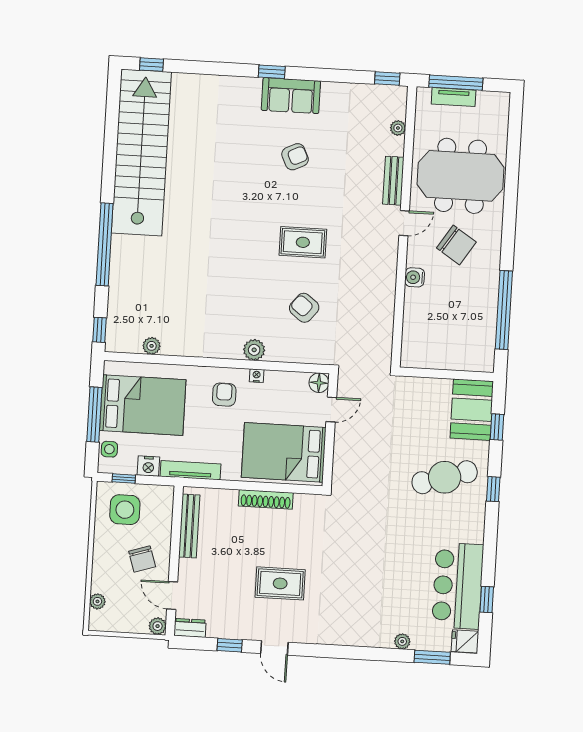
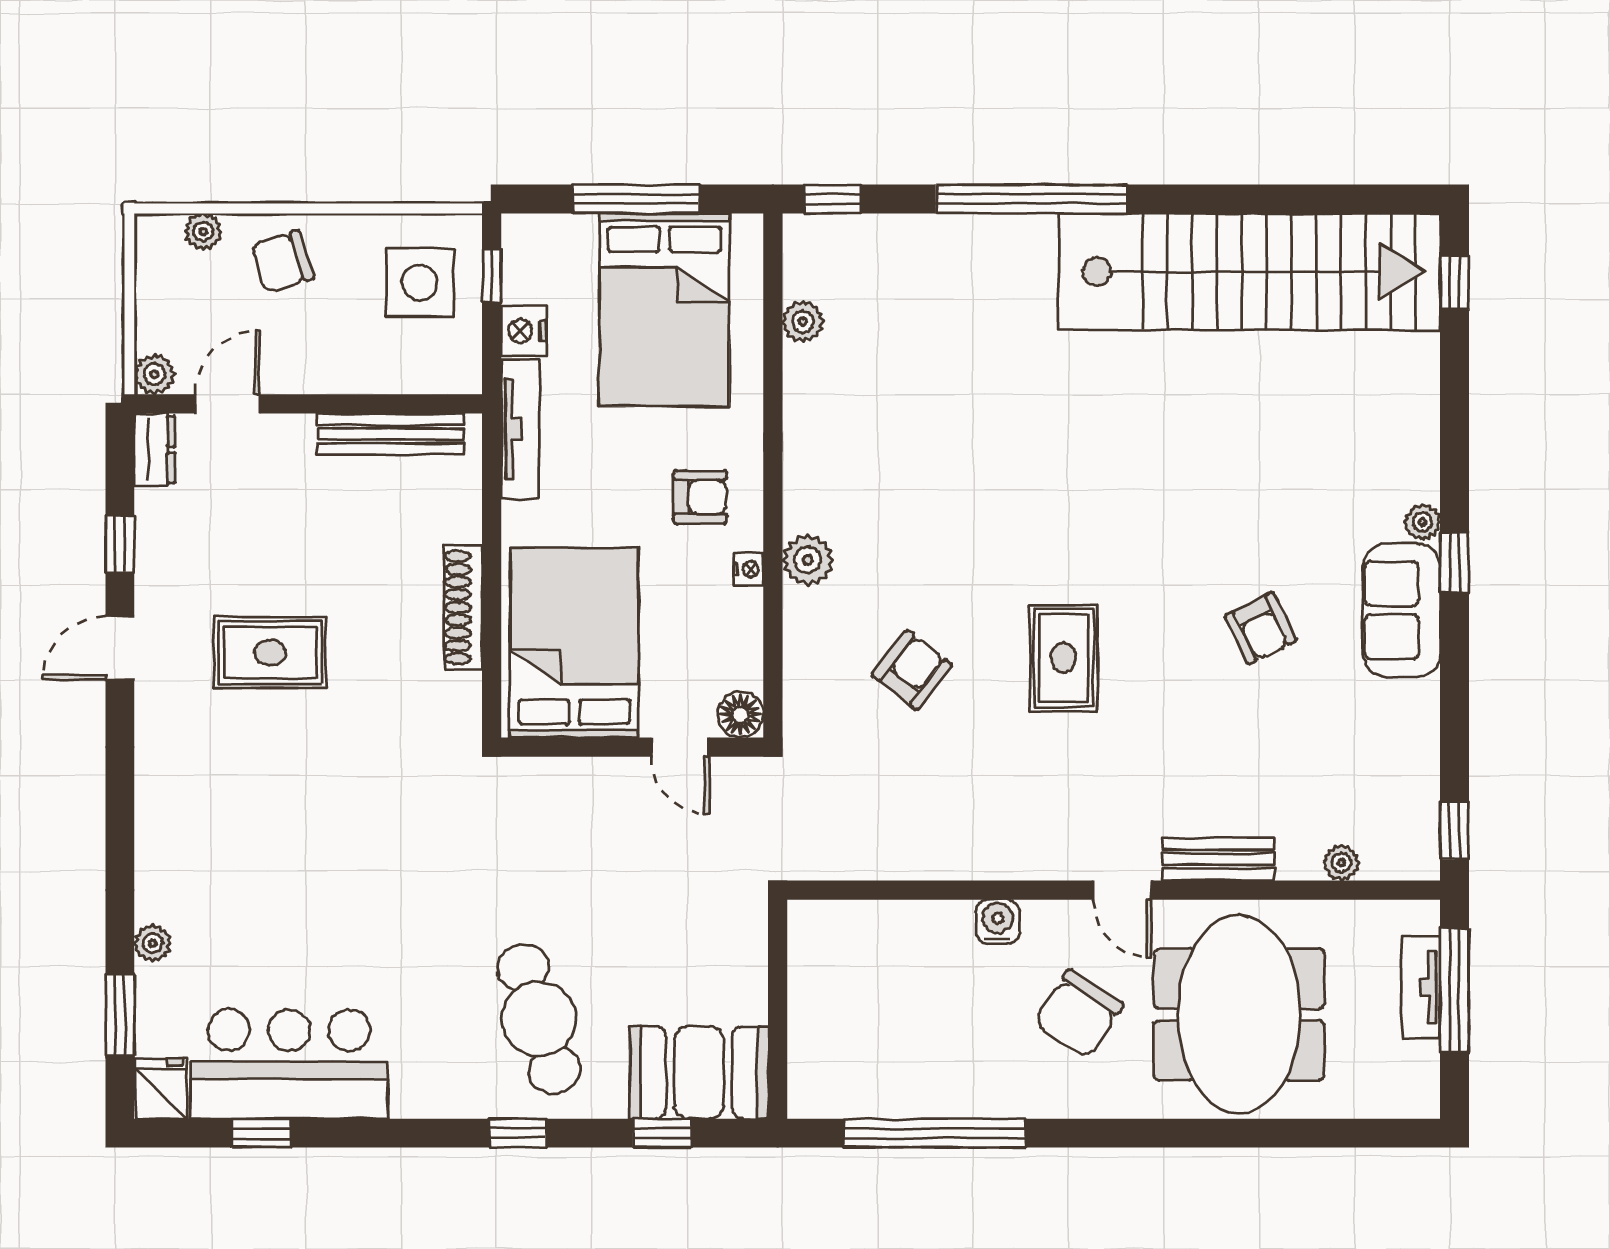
plant: (254, 84) -> (1422, 522), added
side table: (109, 449) -> (558, 238), removed
chair: (142, 559) -> (282, 262), moved
rug: (280, 583) -> (270, 652), turned 90

